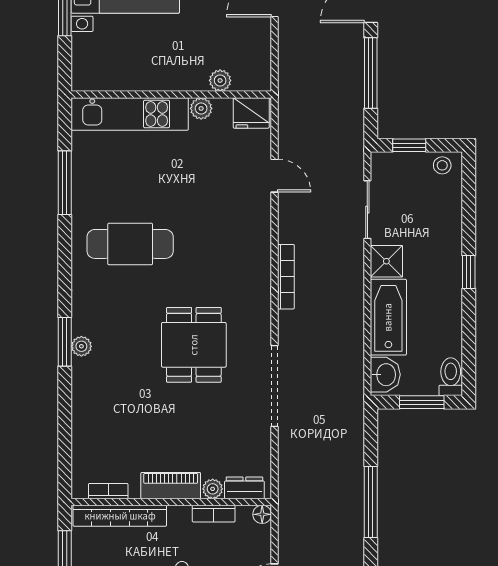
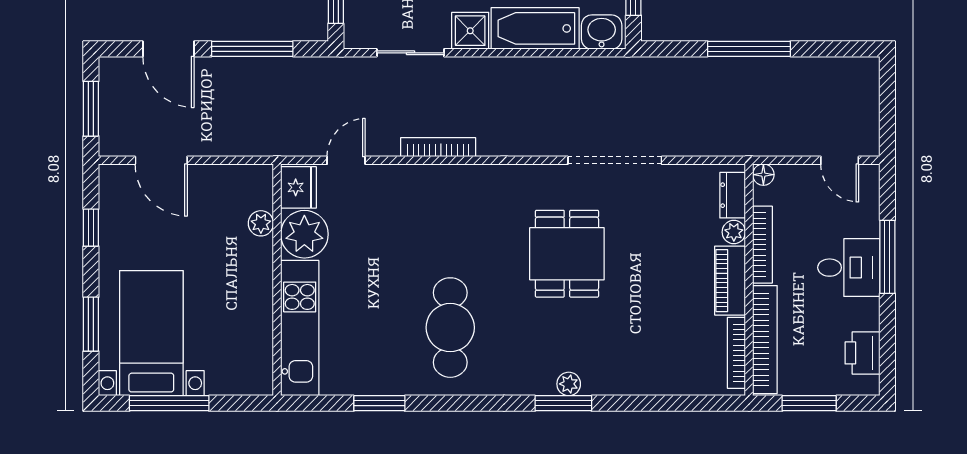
plant: (201, 108) -> (304, 234), width x1.87, depth x1.87
door: (275, 176) -> (346, 160), moved
window: (65, 183) -> (379, 403), width x0.69
bookcase: (286, 277) -> (438, 147), moved
dining table: (194, 345) -> (567, 254), turned 90
bookcase: (108, 491) -> (736, 353), width x1.56
bookcase: (214, 514) -> (763, 245), width x1.56

